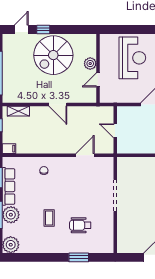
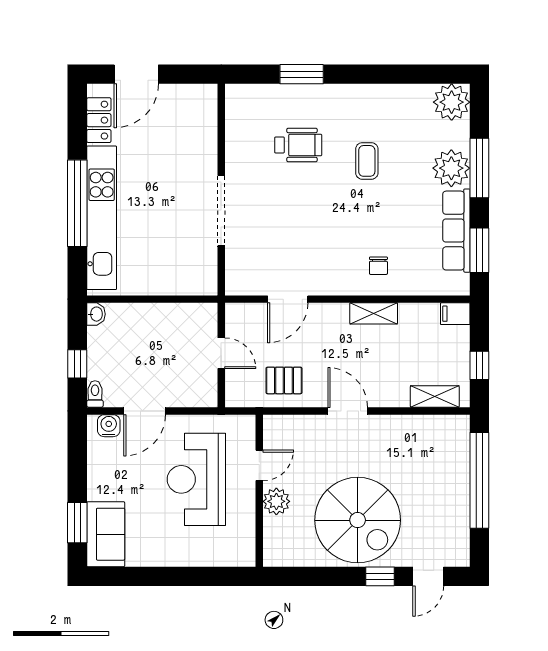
spiral stairs: (53, 55) -> (358, 520), turned 90
reception desk: (132, 58) -> (196, 479), moved
pallet: (87, 118) -> (284, 380), added
shelving: (46, 149) -> (374, 313), added

